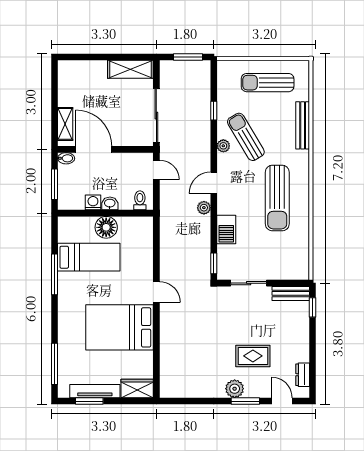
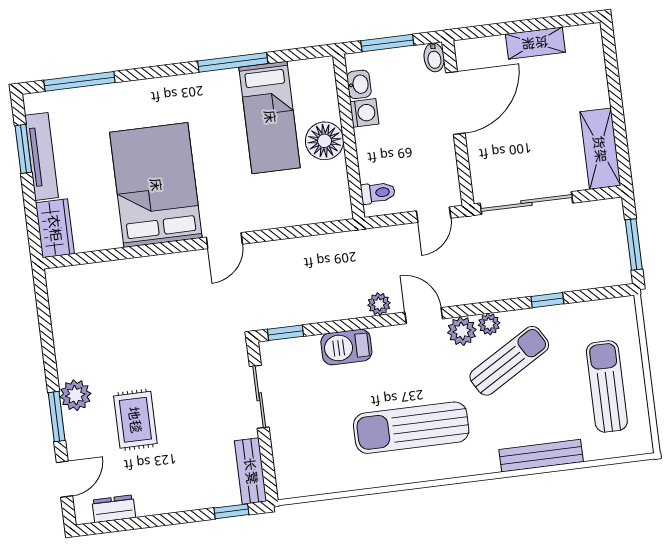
shelving: (65, 124) -> (535, 43), moved
plant: (225, 162) -> (462, 331), added
washbasin: (110, 203) -> (359, 84), moved

